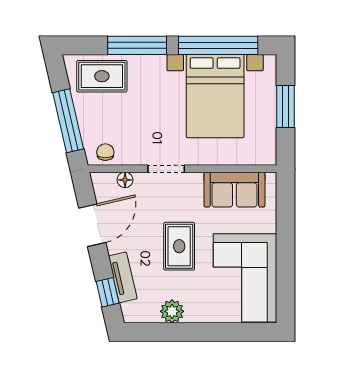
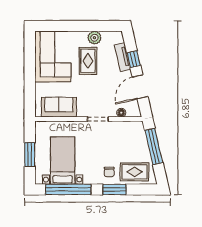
window: (137, 45) -> (114, 189), width x0.69
bed with nightstands: (215, 96) -> (63, 161), width x0.73
chair: (105, 152) -> (109, 172), moved
rug: (179, 246) -> (88, 61), moved
window: (108, 292) -> (134, 59), moved

